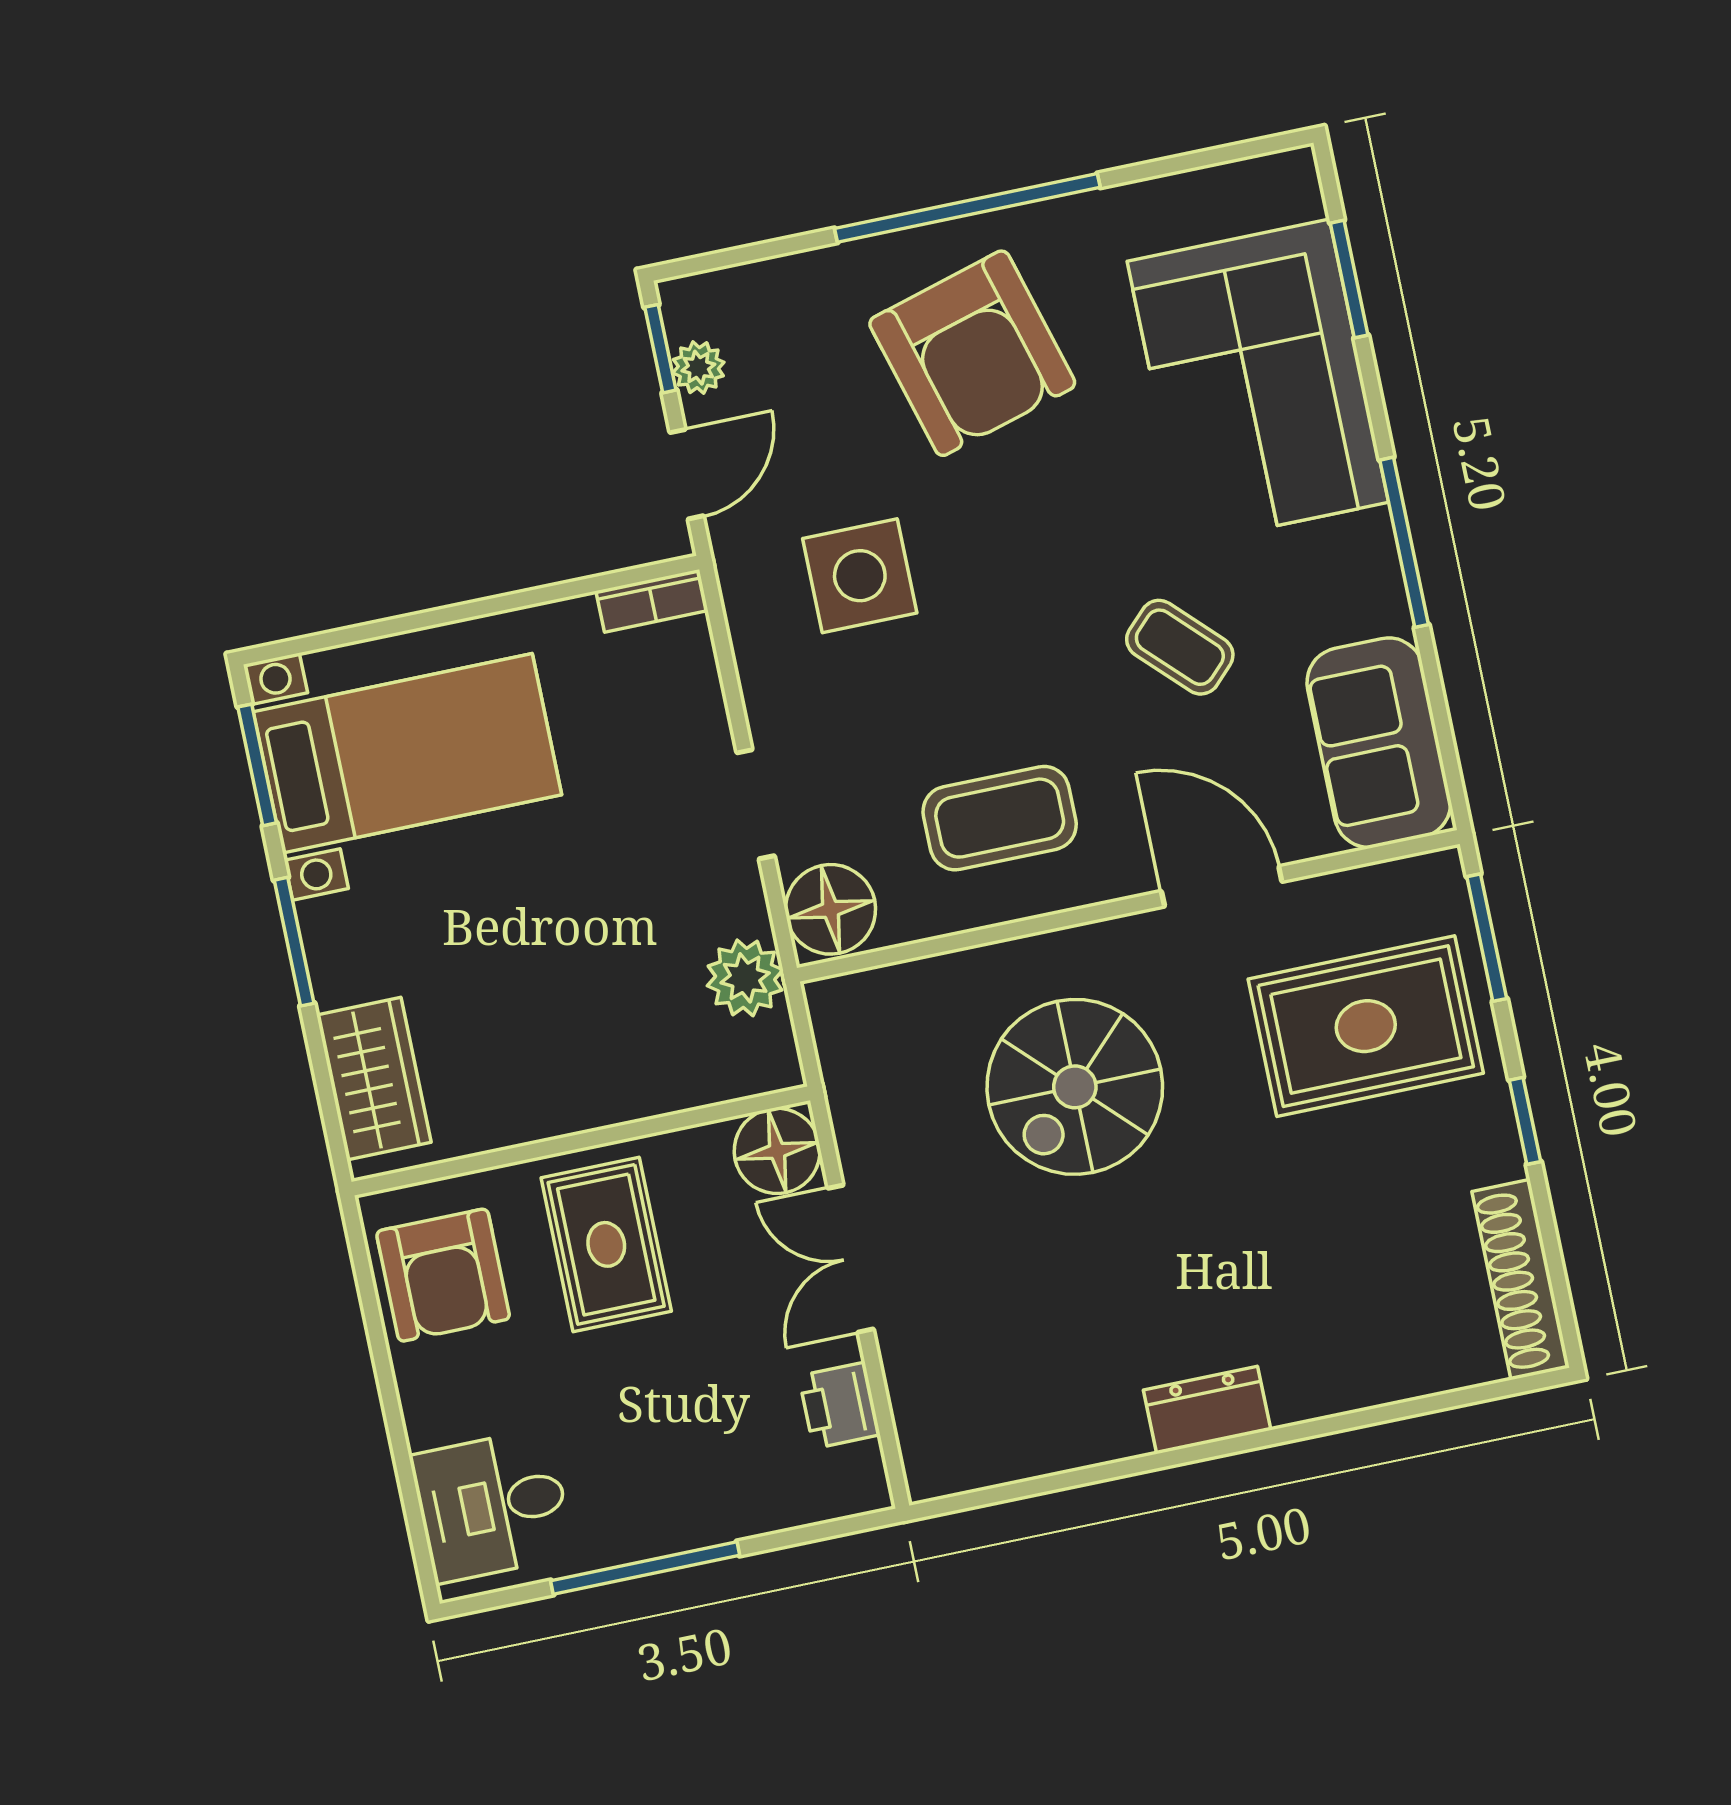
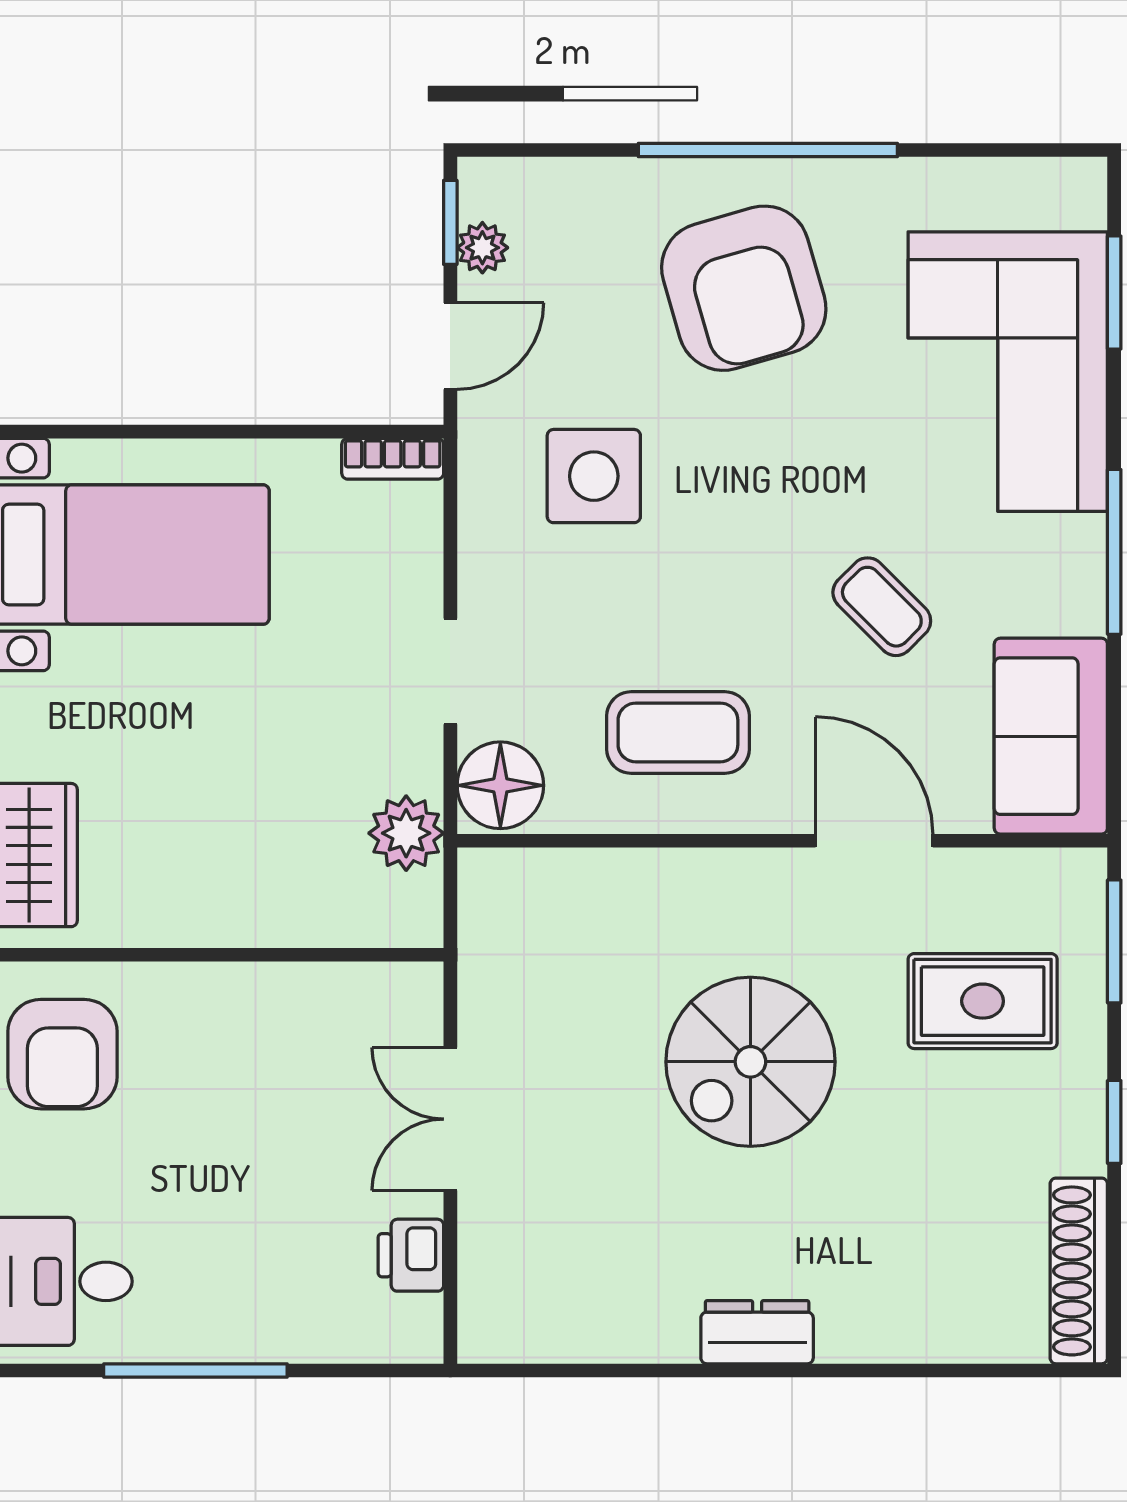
rug: (1366, 1026) -> (983, 1001), width x0.73, depth x0.70
spiral stairs: (1075, 1087) -> (750, 1062), moved
floor lamp: (777, 1151) -> (402, 1003), removed
rug: (606, 1244) -> (222, 1057), removed

